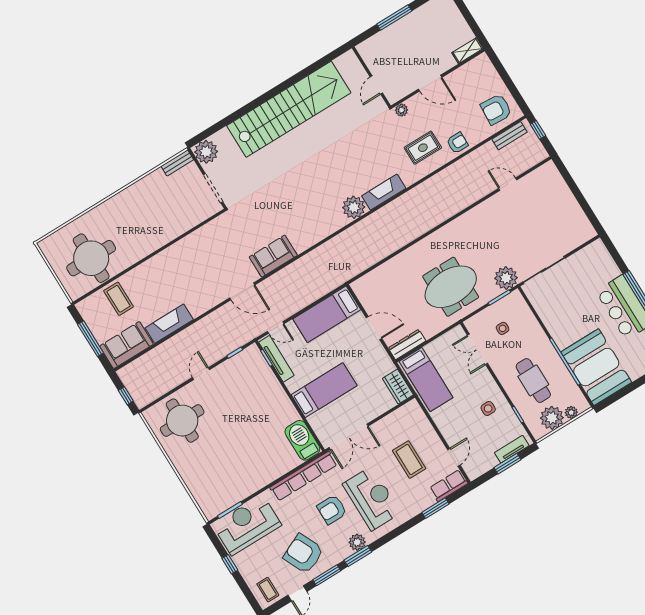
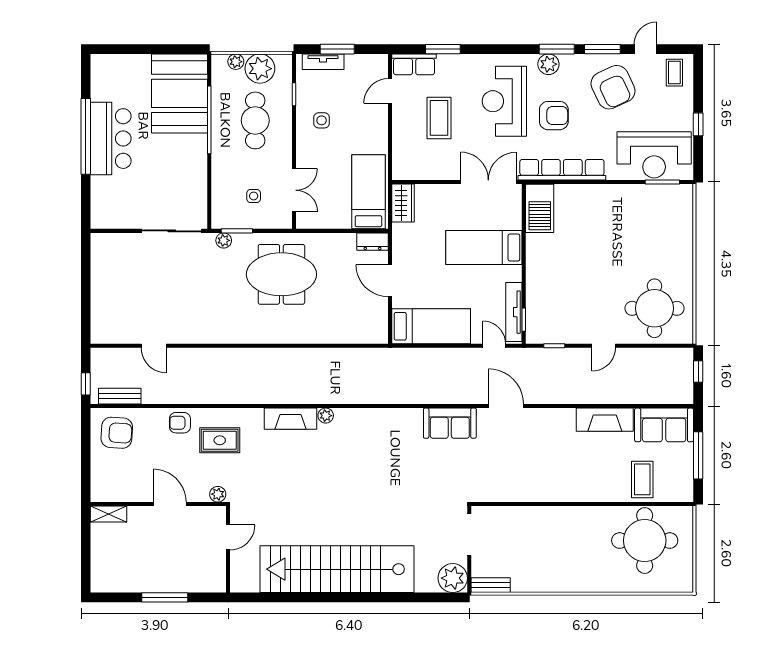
plant: (354, 207) -> (326, 416), width x0.53, depth x0.53
plant: (506, 278) -> (224, 240), width x0.53, depth x0.53
dresser: (407, 344) -> (372, 242), width x0.70

